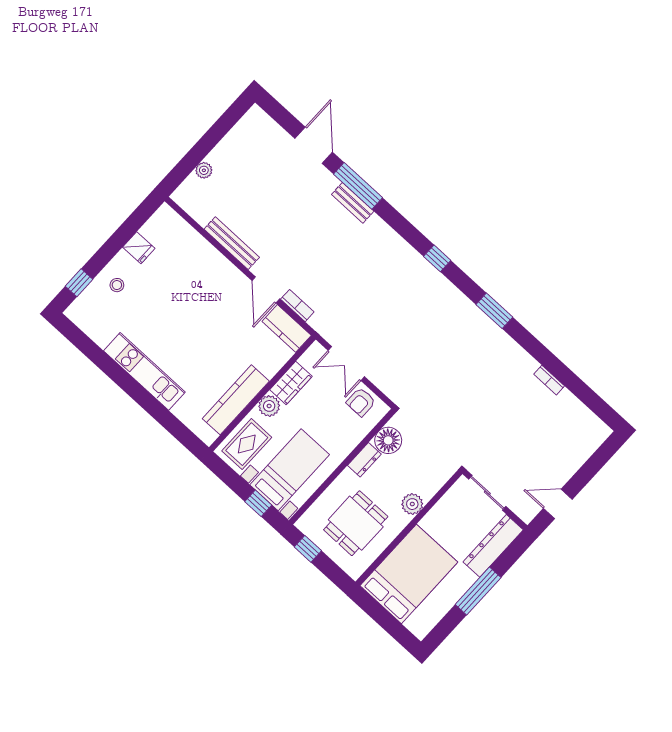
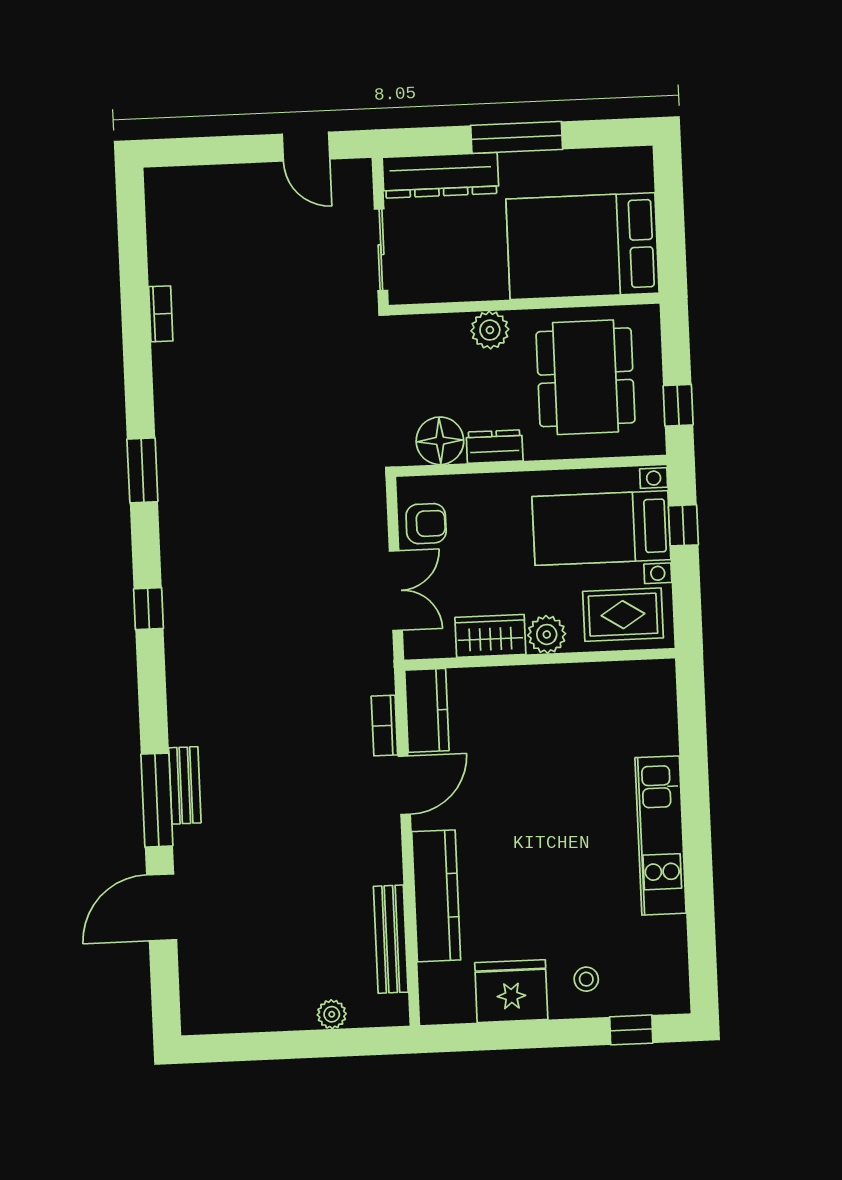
bench: (232, 243) -> (391, 939), moved
fridge: (139, 248) -> (511, 991), width x1.88, depth x1.34
kitchen counter: (236, 400) -> (436, 896), moved, turned -90
dining table: (356, 523) -> (585, 377), width x1.38

